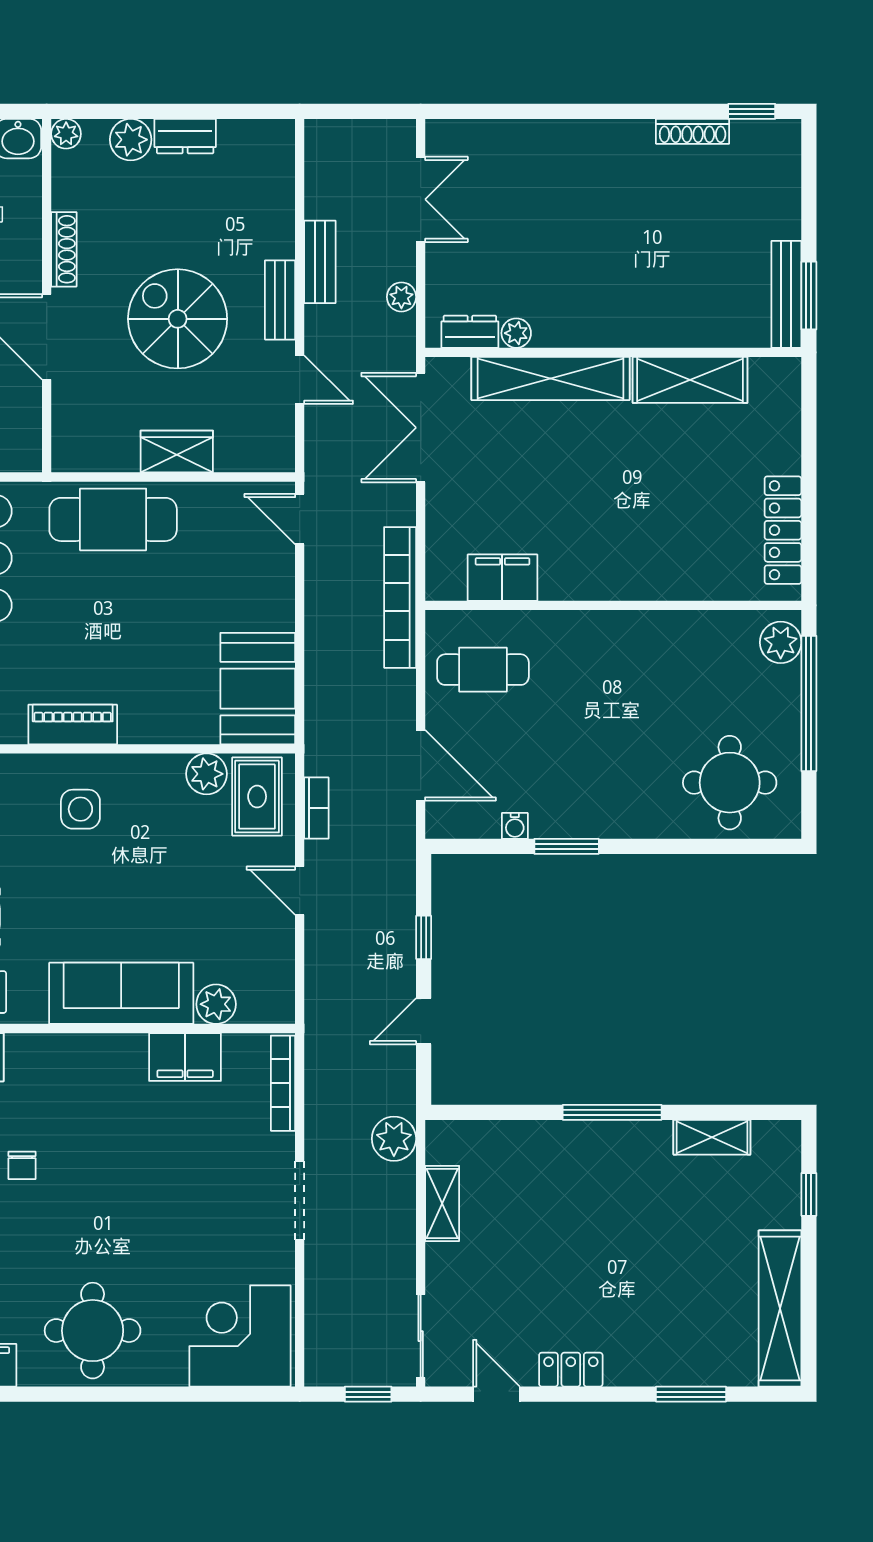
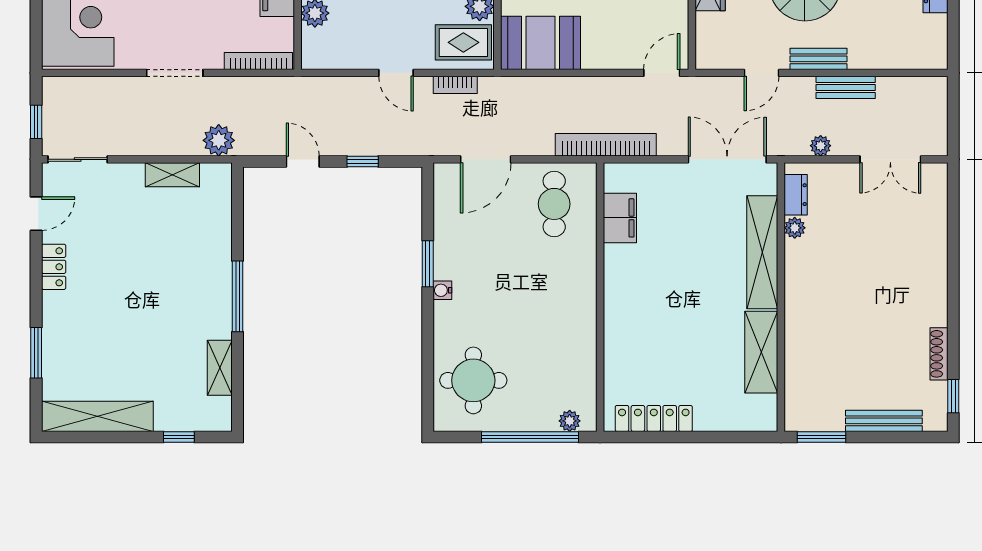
bench: (786, 294) -> (884, 421), moved
plant: (781, 642) -> (570, 421), width x0.73, depth x0.73
water cooler: (515, 826) -> (442, 290), moved
door: (300, 891) -> (396, 73), swing flipped

